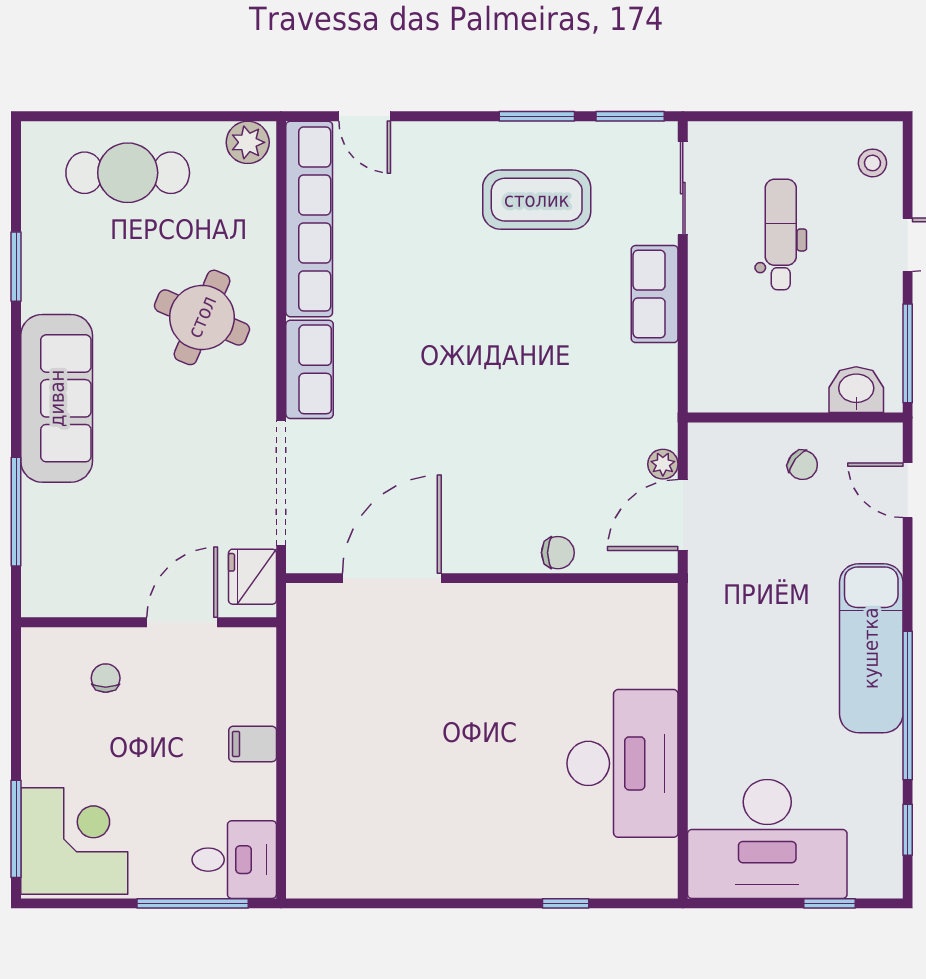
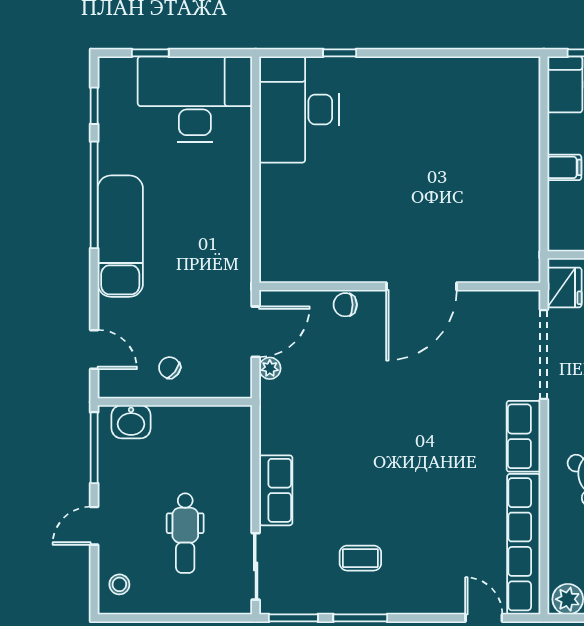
coffee table: (537, 200) -> (360, 558), width x0.54, depth x0.58
door: (392, 578) -> (421, 286), moved
desk: (623, 763) -> (299, 109), moved

